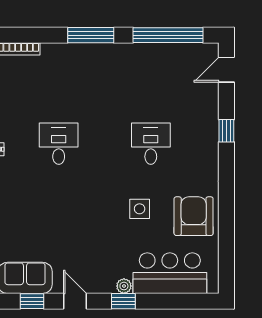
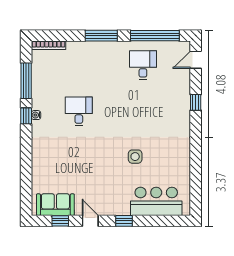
desk: (151, 144) -> (143, 65), moved
armchair: (194, 216) -> (173, 162), removed
plant: (124, 286) -> (124, 210), removed

